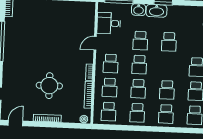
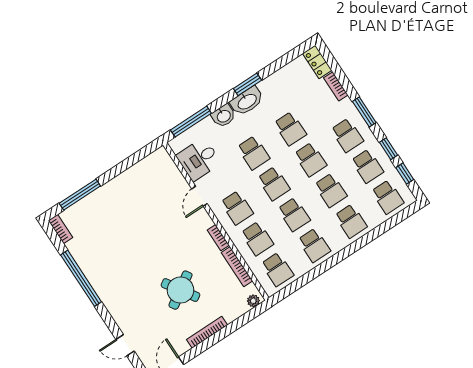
school desk: (168, 66) -> (310, 159), added
round table: (49, 86) -> (180, 290), turned -33

